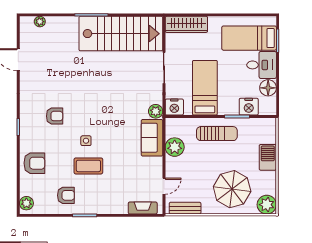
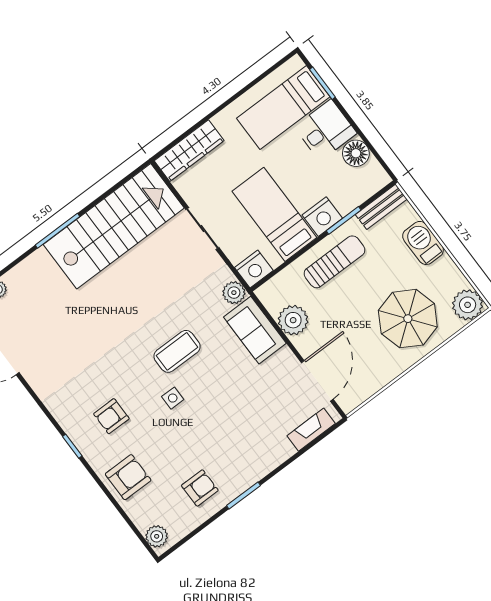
nightstand: (249, 107) -> (322, 217), moved
armchair: (55, 116) -> (111, 416), moved, turned 180
coffee table: (88, 166) -> (177, 351), moved
door: (164, 186) -> (317, 381), width x1.87
bench: (185, 208) -> (381, 207), moved

